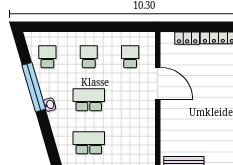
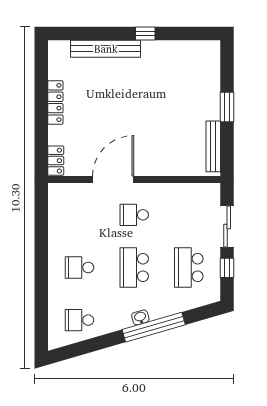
locker: (187, 38) -> (56, 161), moved
school desk: (130, 57) -> (134, 215), moved
window: (34, 87) -> (154, 327), moved

